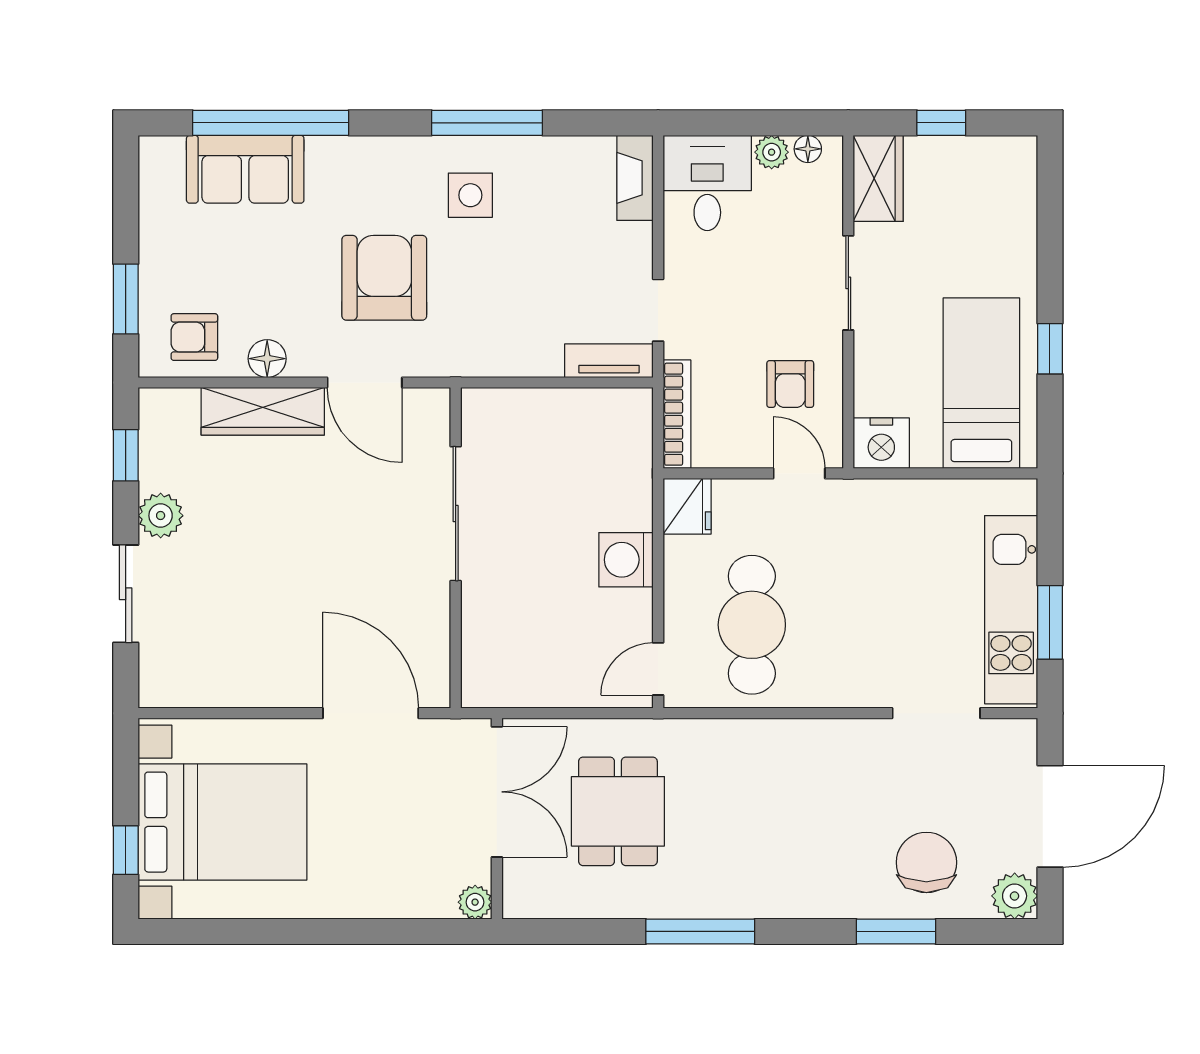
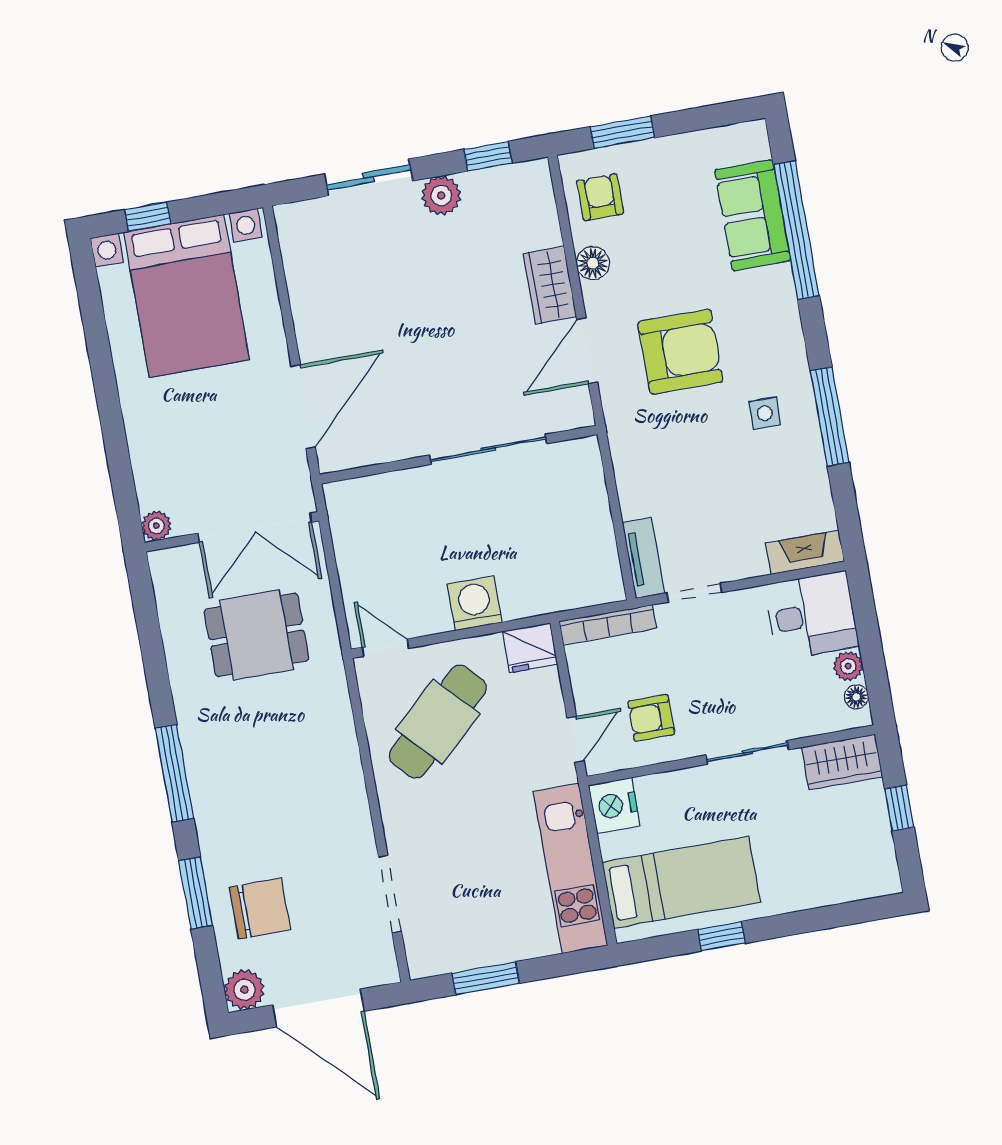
side table: (470, 195) -> (765, 413), width x0.73, depth x0.73
wardrobe: (263, 411) -> (550, 285), width x0.67
kitchen unit: (1011, 610) -> (571, 868), moved, turned -90
cafe table: (752, 625) -> (438, 722), turned -43
window: (700, 931) -> (174, 773), moved

